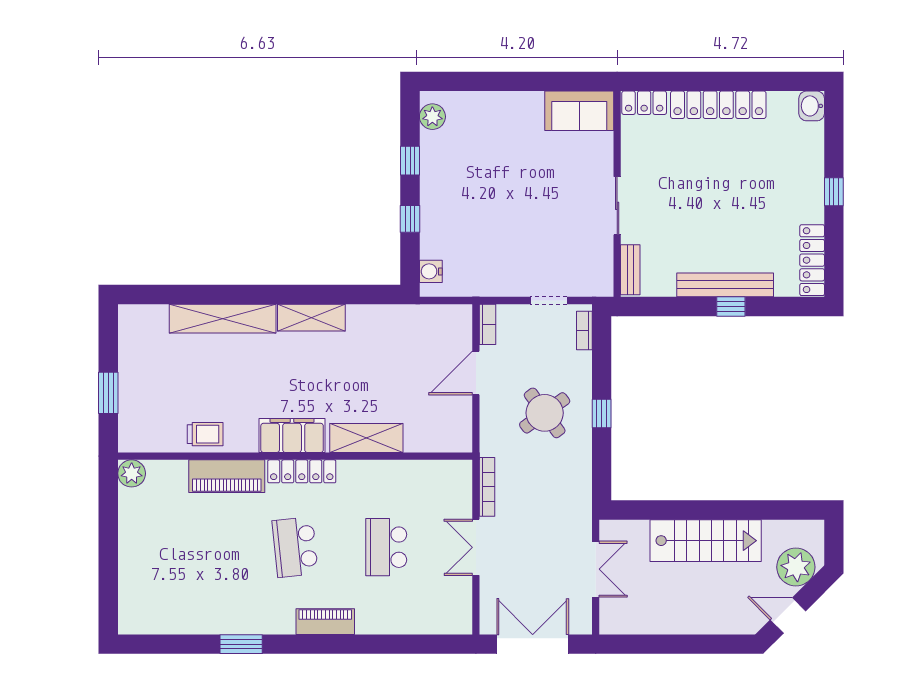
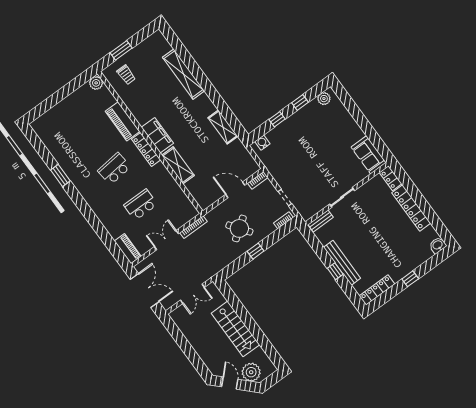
shelving: (311, 318) -> (223, 127), moved
trolley: (205, 434) -> (126, 75), moved
piano: (325, 622) -> (128, 249), moved

